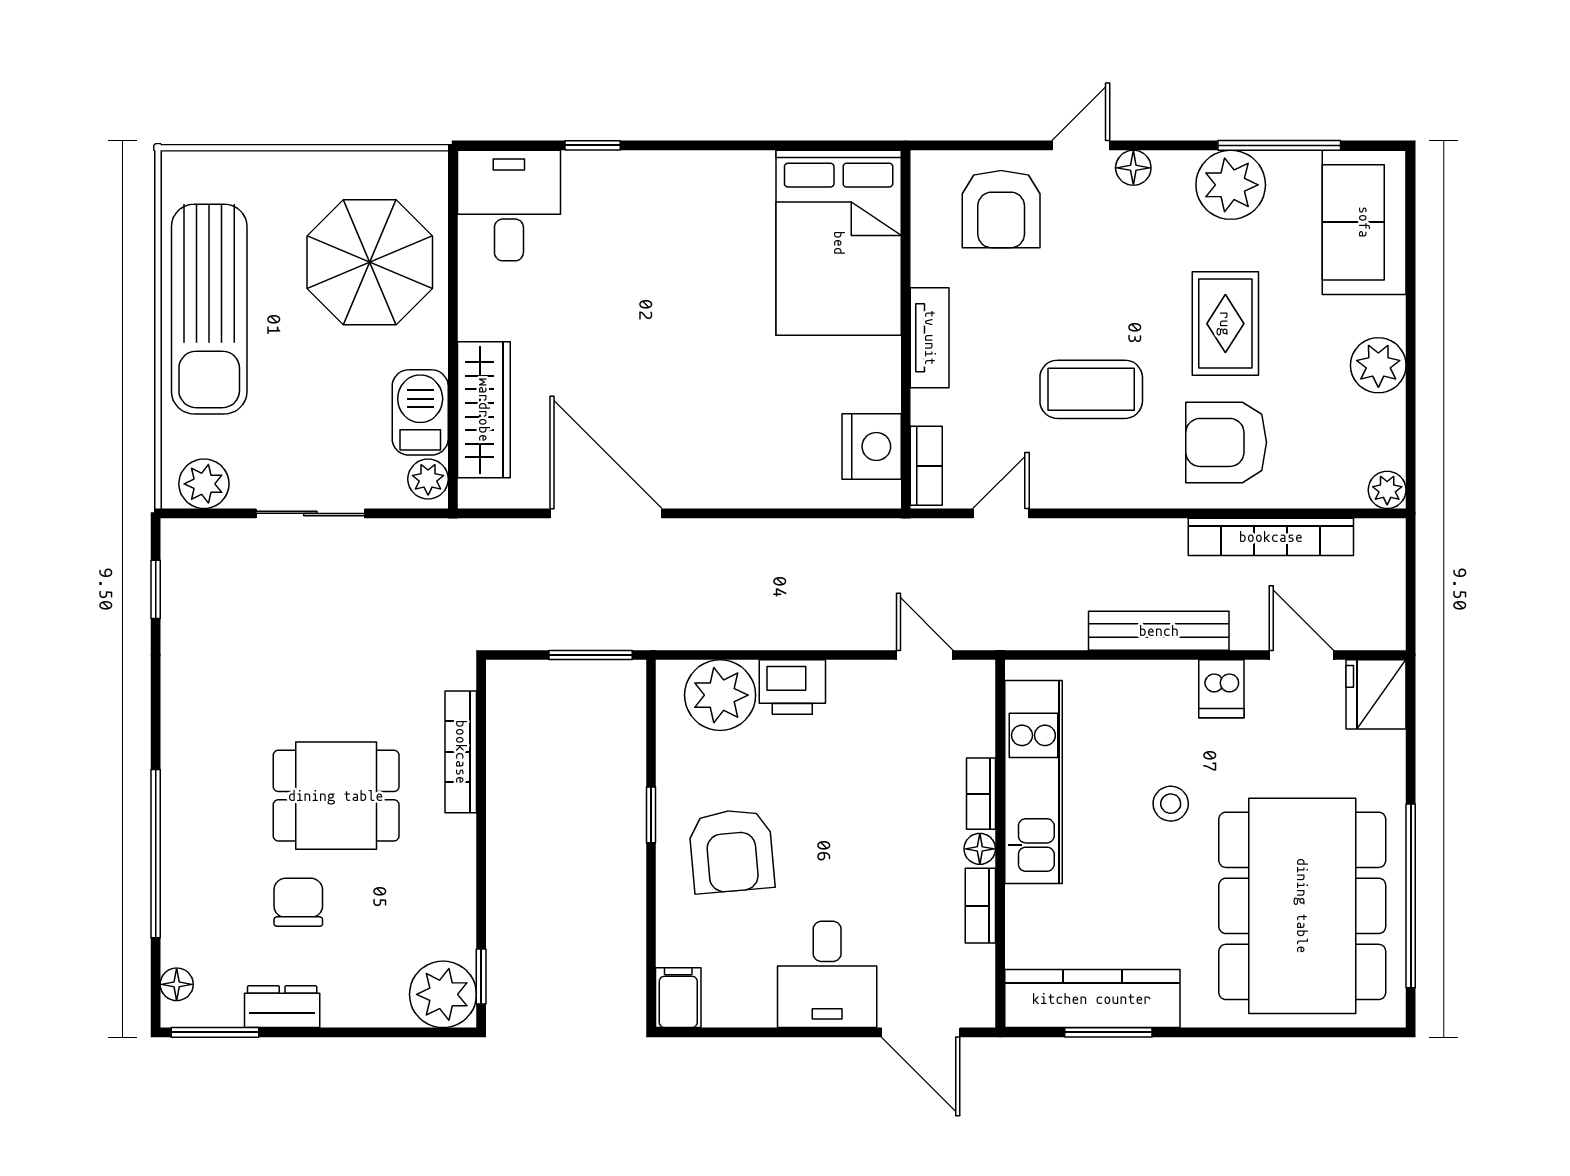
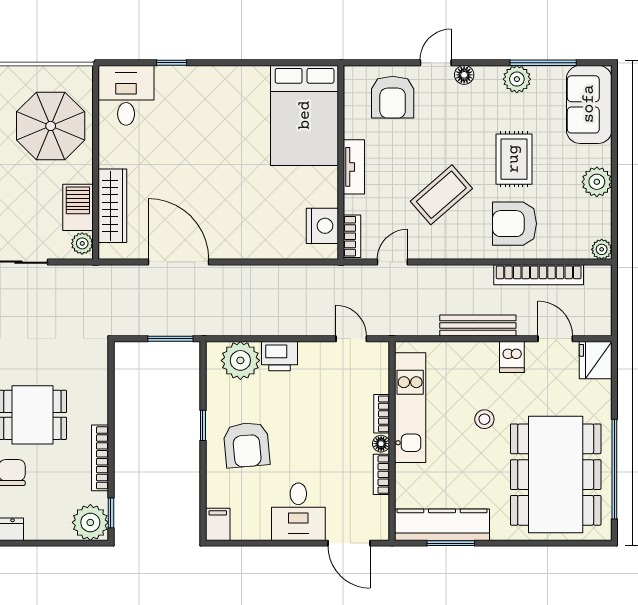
plant: (1231, 185) -> (517, 79), width x0.73, depth x0.73
coffee table: (1091, 389) -> (441, 195), turned -41
bookcase: (461, 752) -> (100, 458), moved

